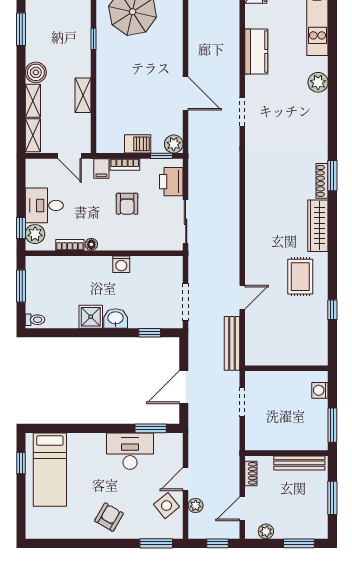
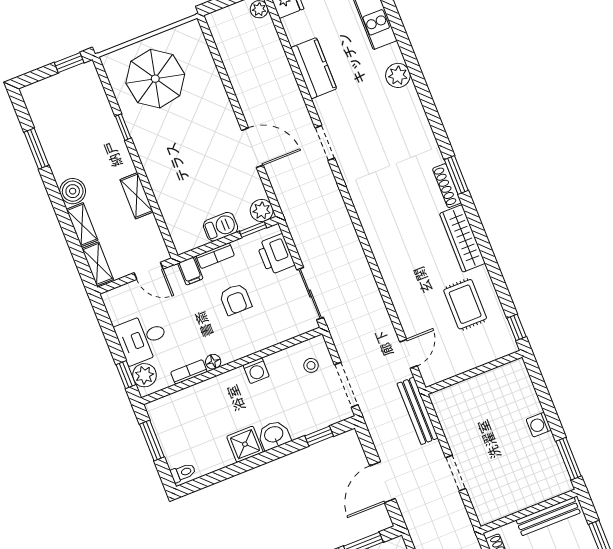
stool: (165, 277) -> (311, 365), added
wall: (286, 368) -> (474, 372), moved

